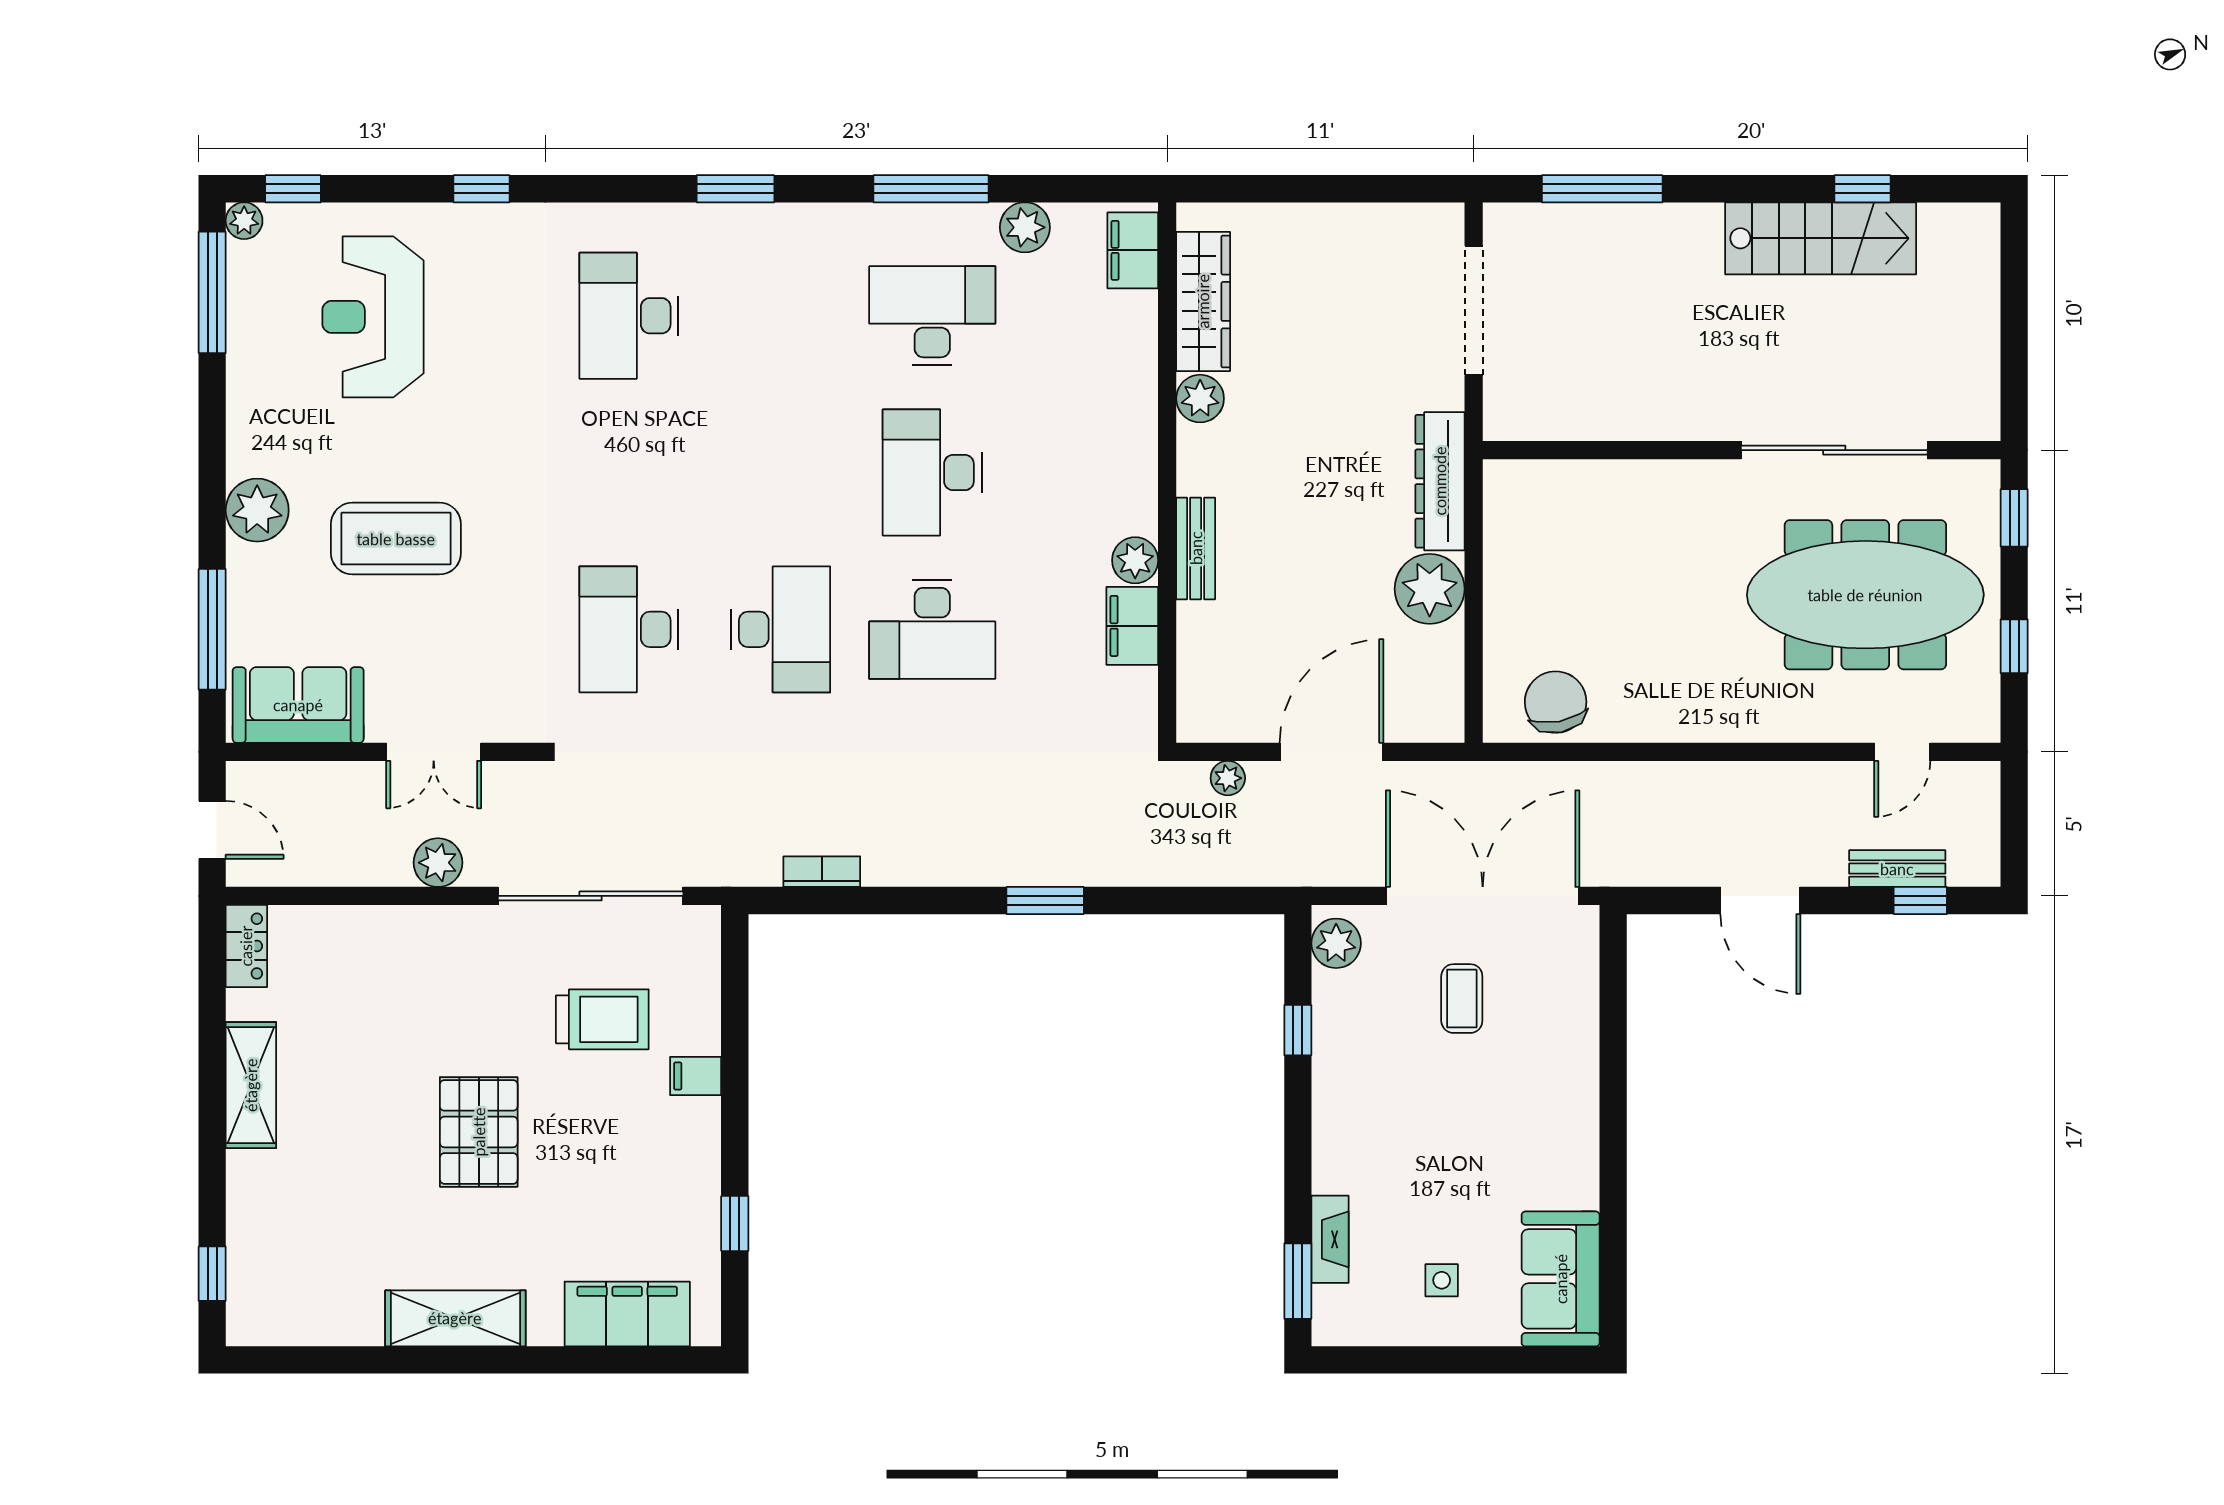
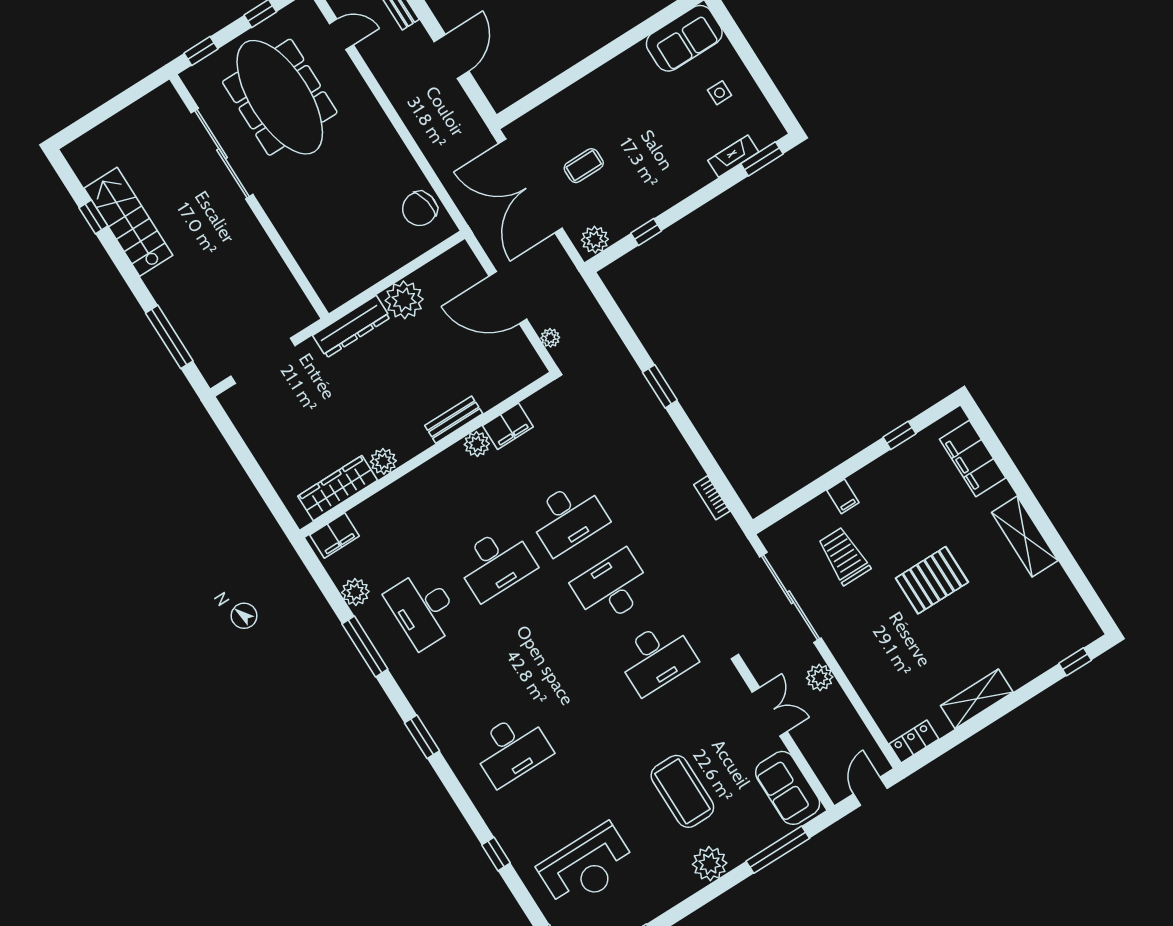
desk: (932, 629) -> (568, 518), turned 90

